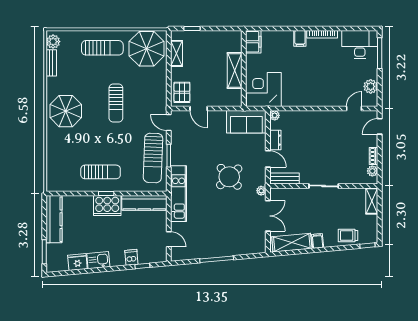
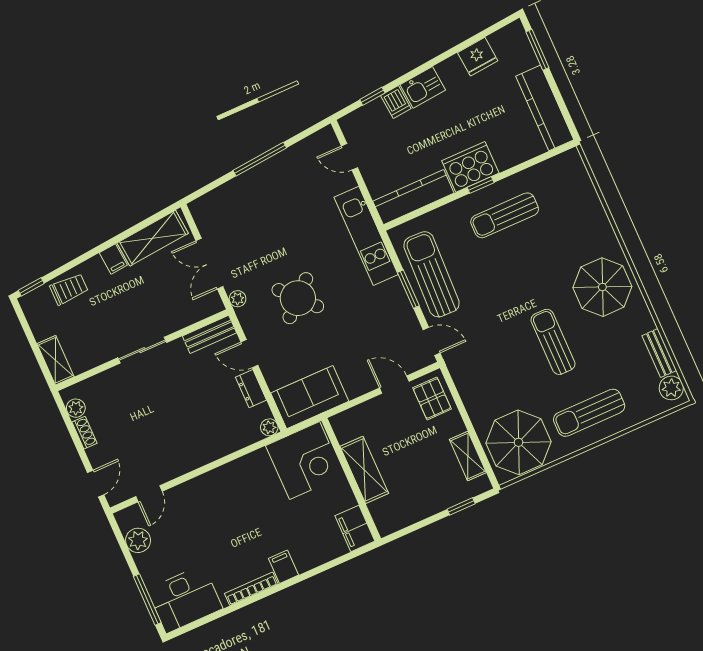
sun lounger: (116, 103) -> (553, 342), moved
kitchen sink: (98, 260) -> (423, 87), moved

